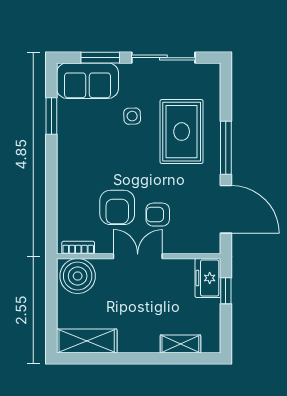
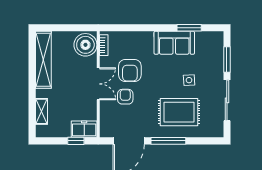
sofa: (88, 81) -> (174, 43), moved, turned -90
armchair: (117, 207) -> (130, 70), turned -90
shelving: (87, 341) -> (43, 60), width x1.47

